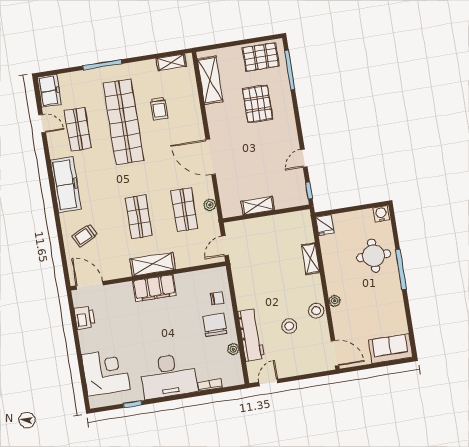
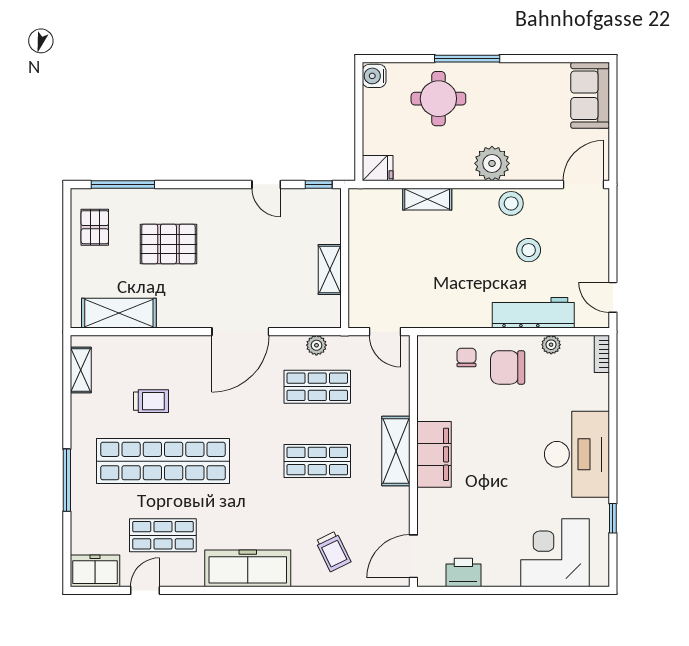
pallet: (261, 57) -> (95, 227), width x0.67, depth x0.71
plant: (335, 301) -> (492, 163), width x1.88, depth x1.88
bookcase: (210, 385) -> (602, 354), moved

